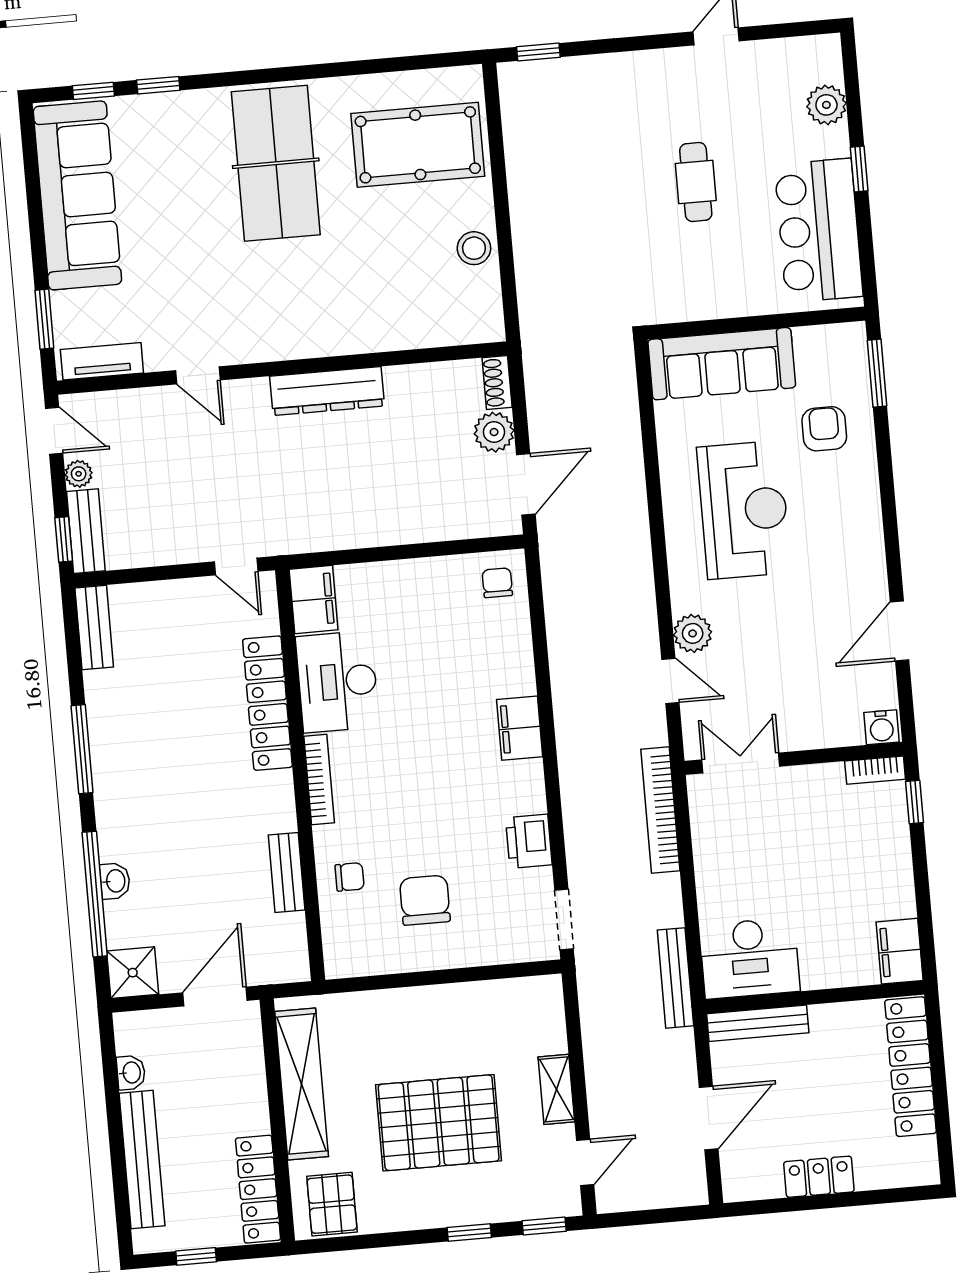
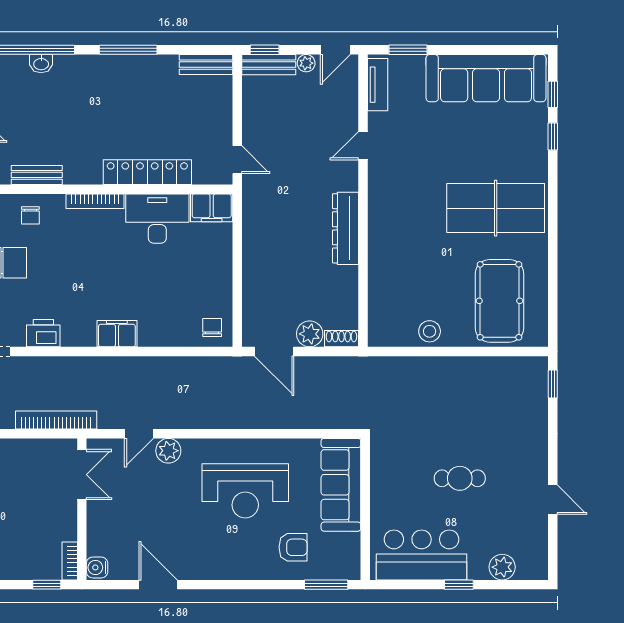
door: (236, 567) -> (237, 160), swing flipped
chair: (497, 583) -> (212, 327), turned -90

